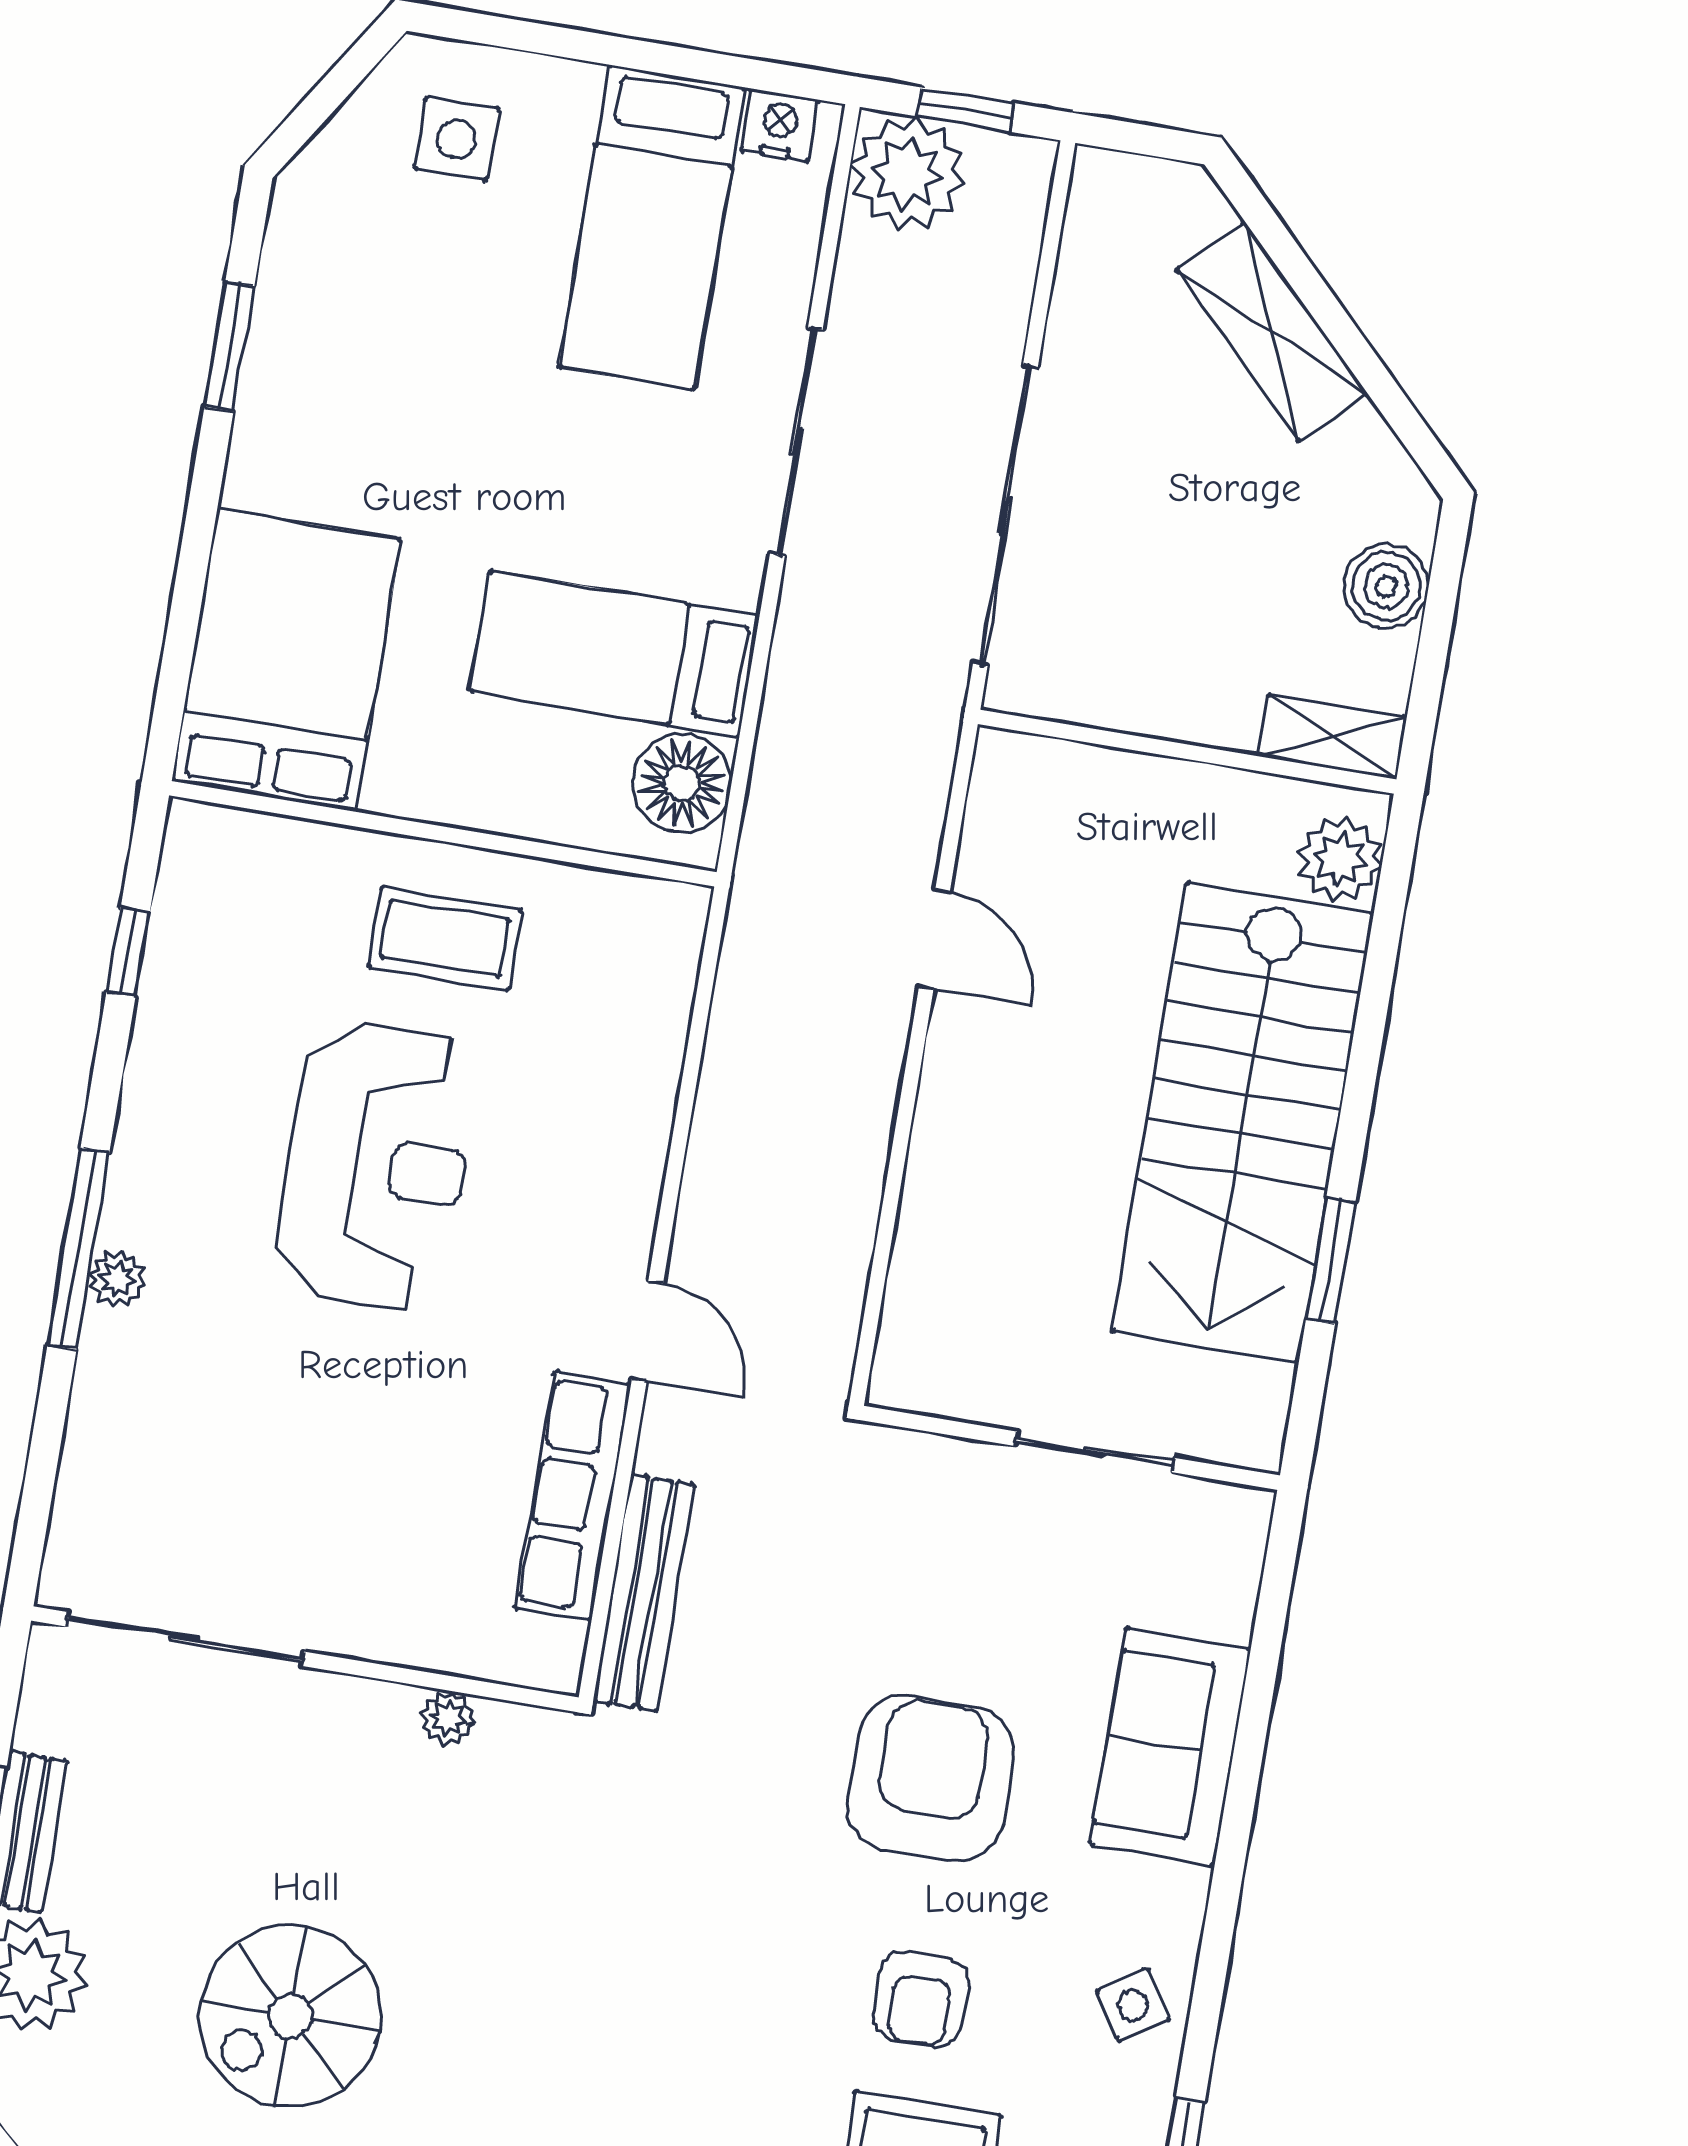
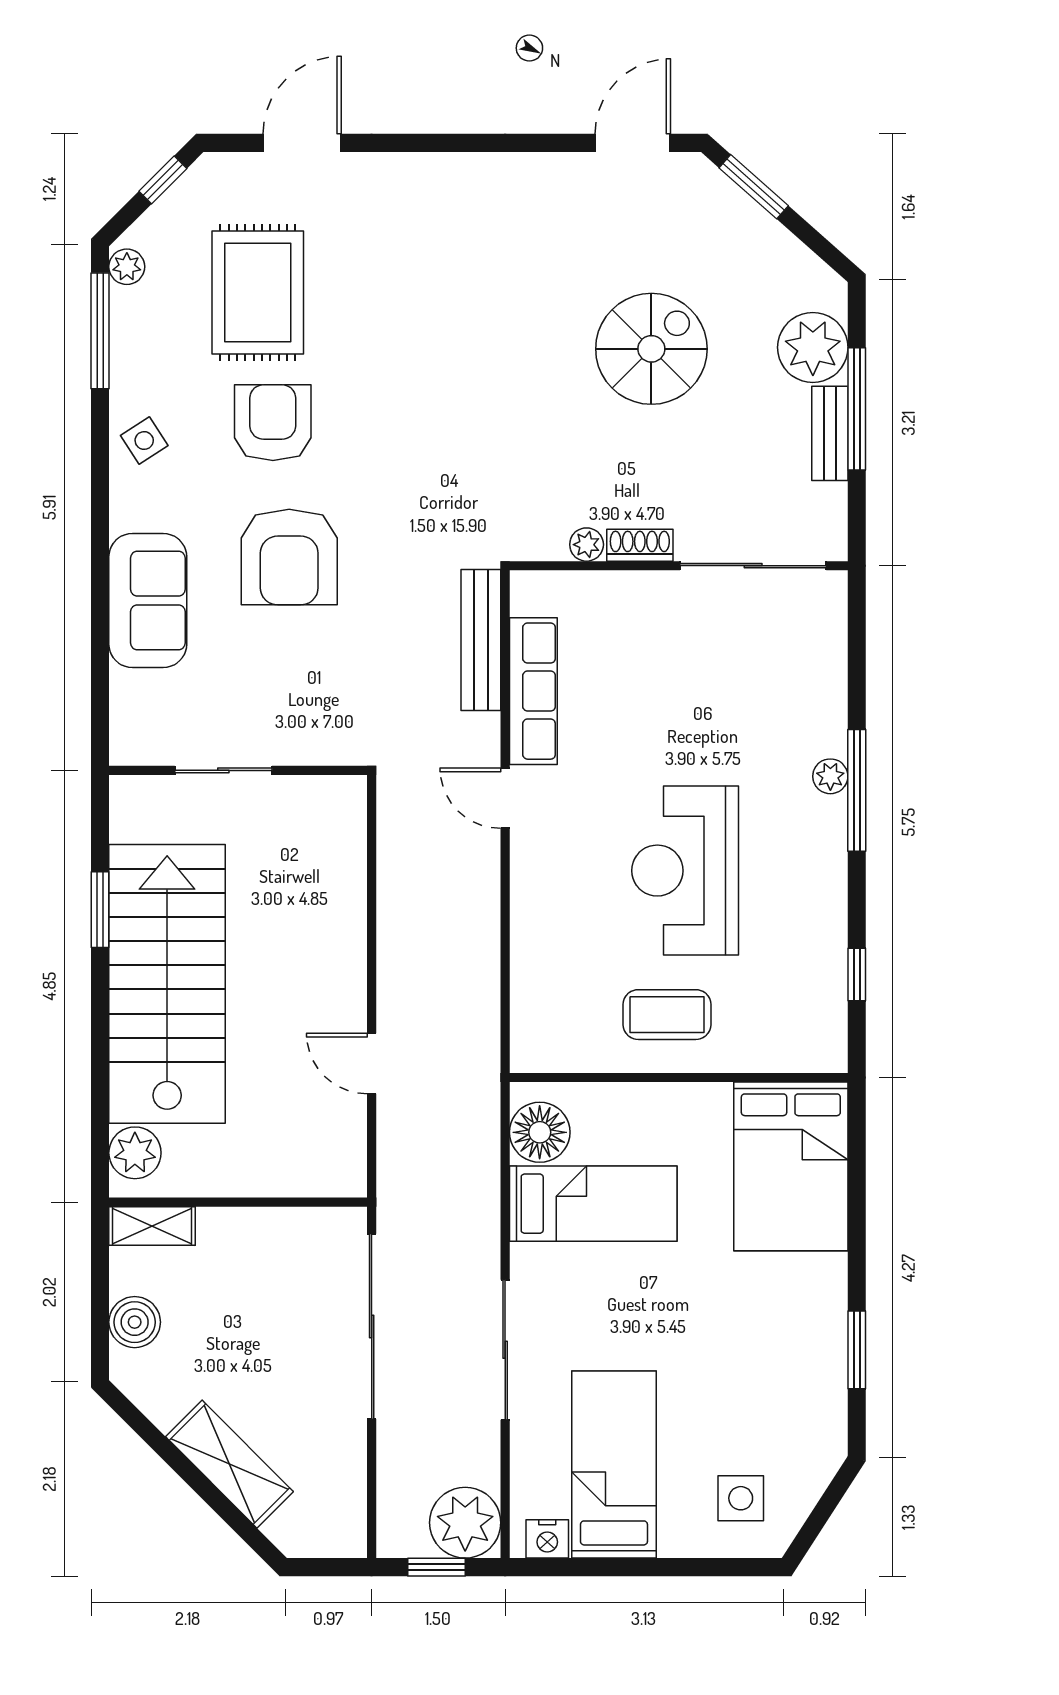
shoe rack: (362, 1703) -> (640, 545), added
armchair: (921, 1999) -> (273, 423), width x1.38, depth x1.38

